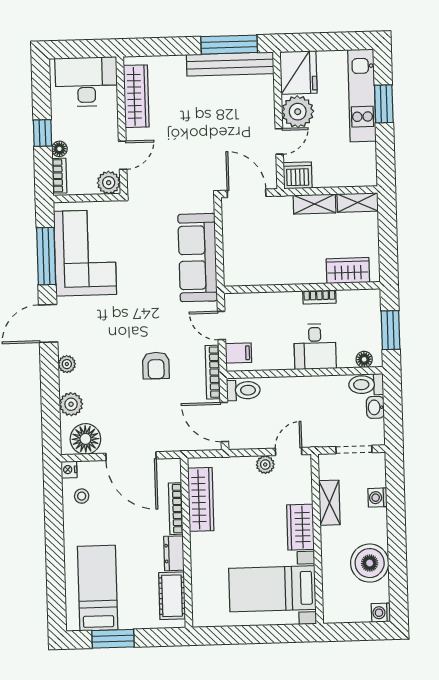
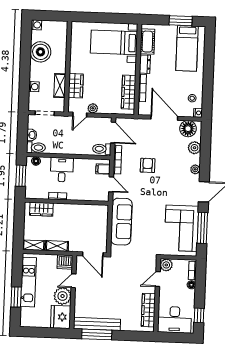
kitchen unit: (362, 95) -> (28, 282), moved
window: (42, 133) -> (199, 315), moved
wardrobe: (300, 527) -> (76, 86), moved
bed with nightstands: (272, 589) -> (114, 42), moved, turned 180

